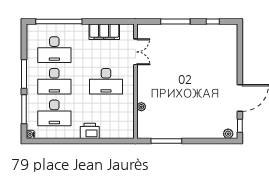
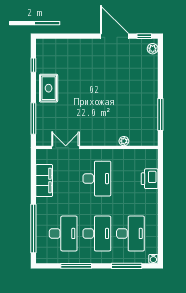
window: (175, 22) -> (33, 118), moved
rug: (191, 36) -> (49, 88), added
window: (24, 74) -> (76, 266), moved
printer: (90, 131) -> (150, 179), moved

